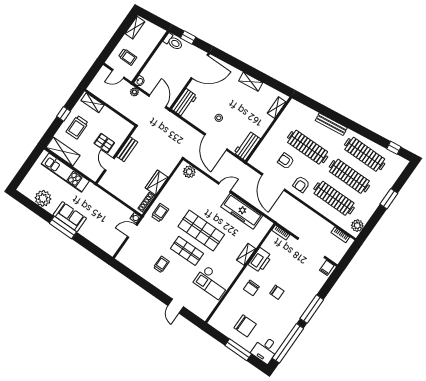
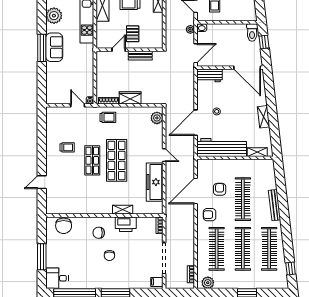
workbench: (247, 146) -> (222, 148), width x1.88, depth x1.32
checkout: (212, 282) -> (81, 198), removed
chair: (245, 326) -> (64, 226), moved

